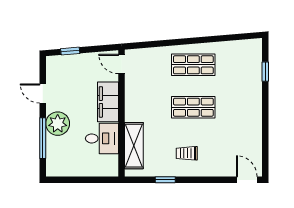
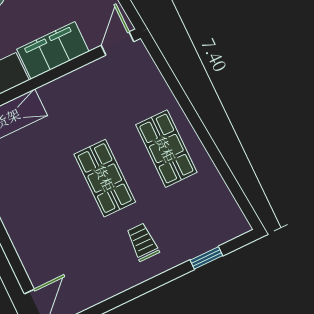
trolley: (187, 153) -> (143, 242), moved

